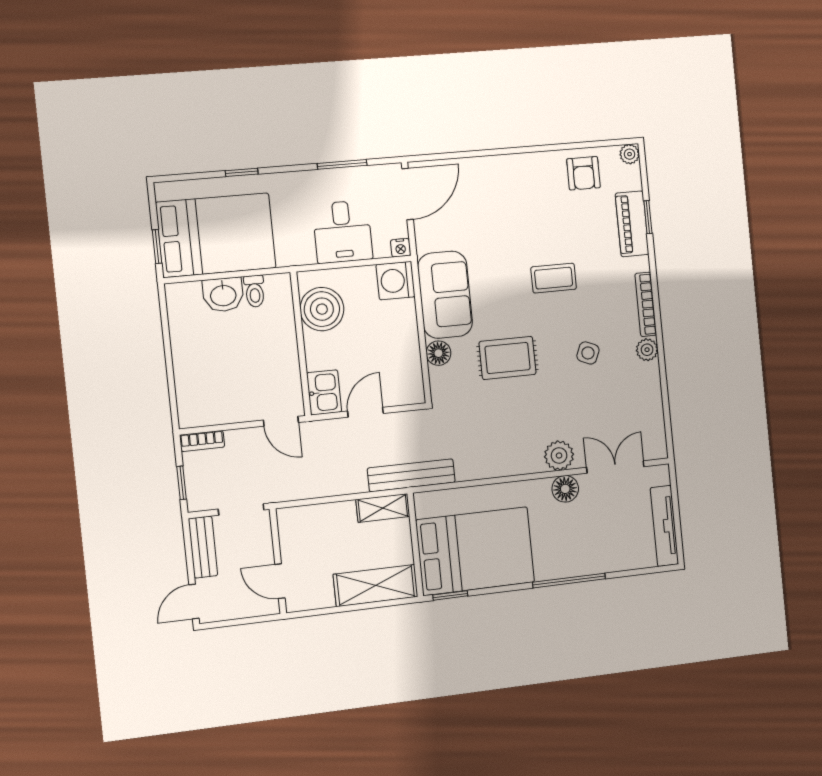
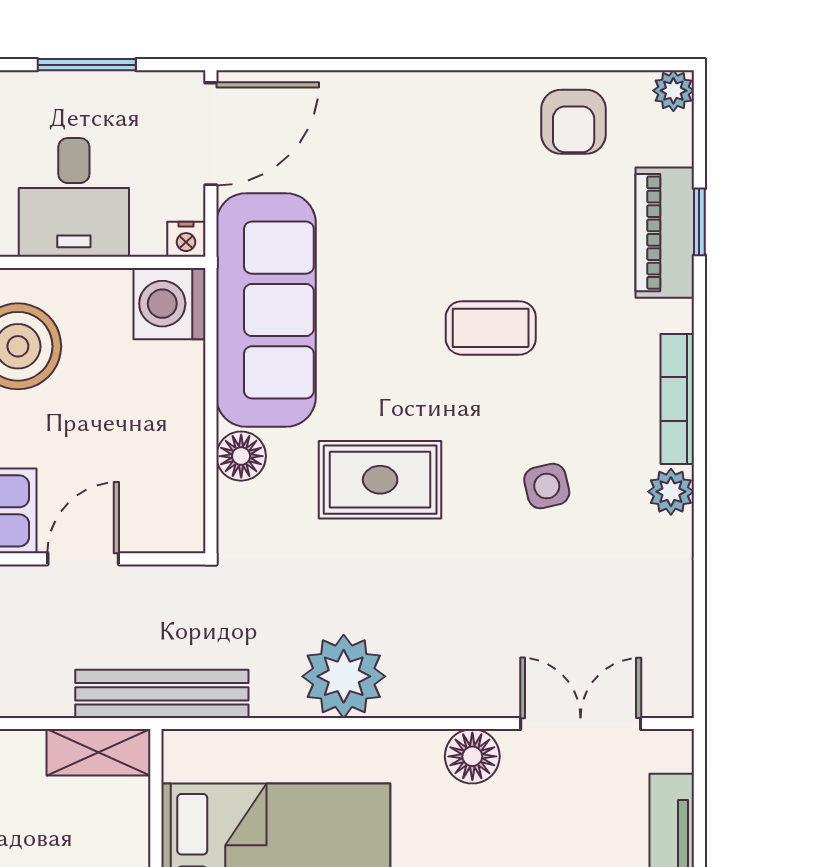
sofa: (445, 295) -> (266, 310), width x1.36
side table: (588, 353) -> (547, 486), turned -36
plant: (559, 456) -> (344, 676), moved, width x1.36, depth x1.36

